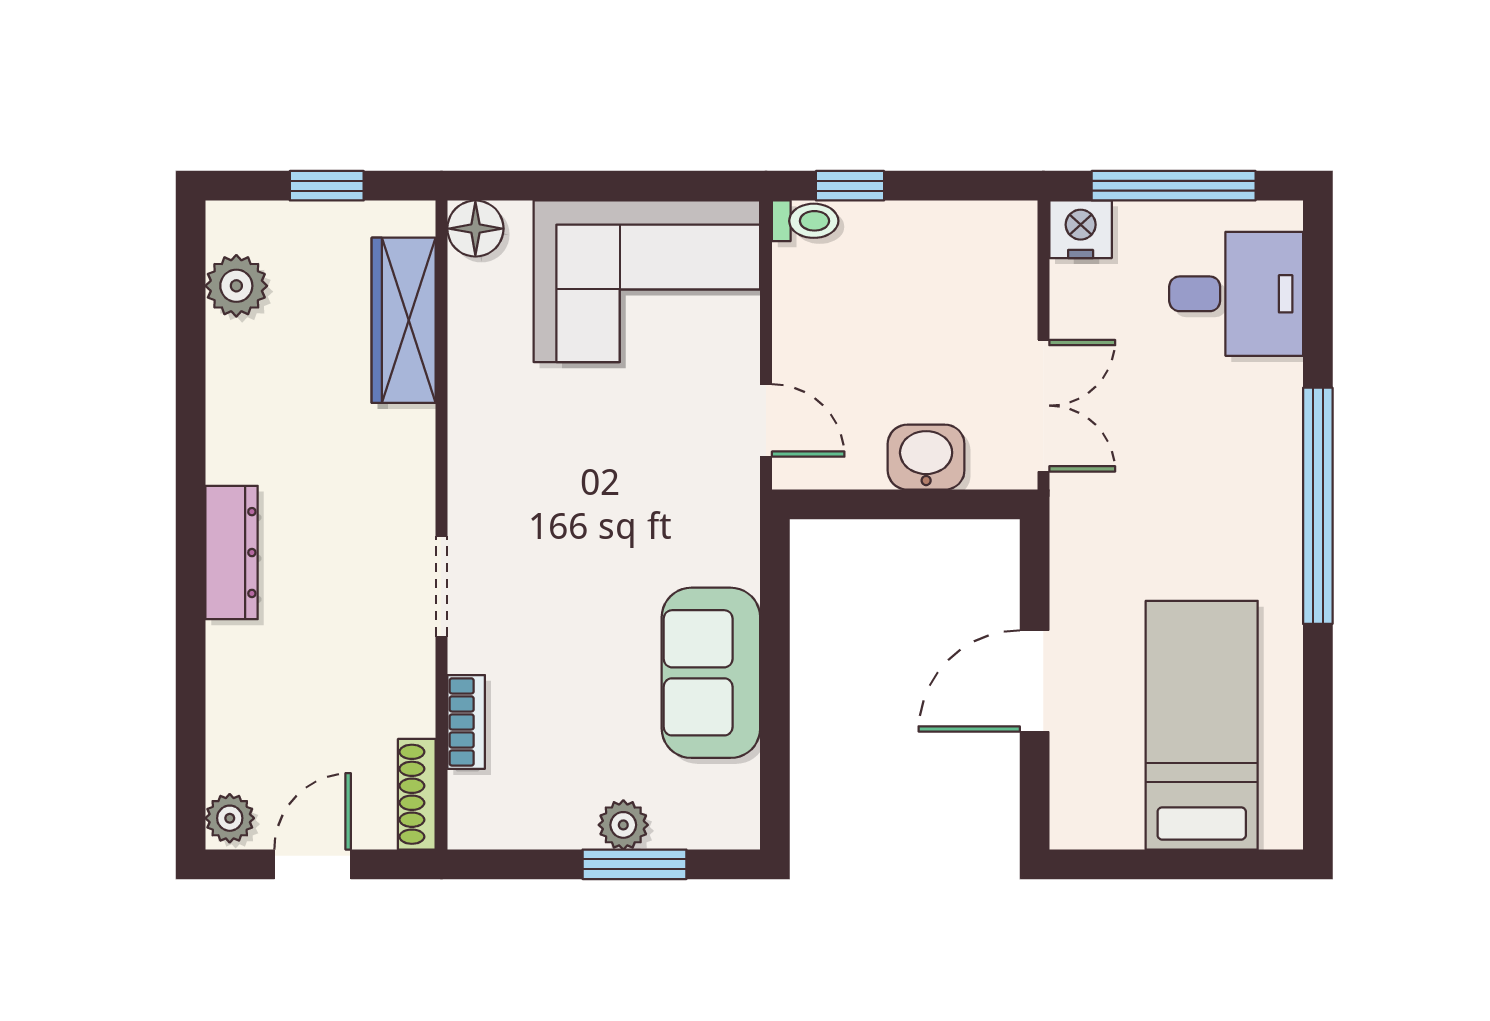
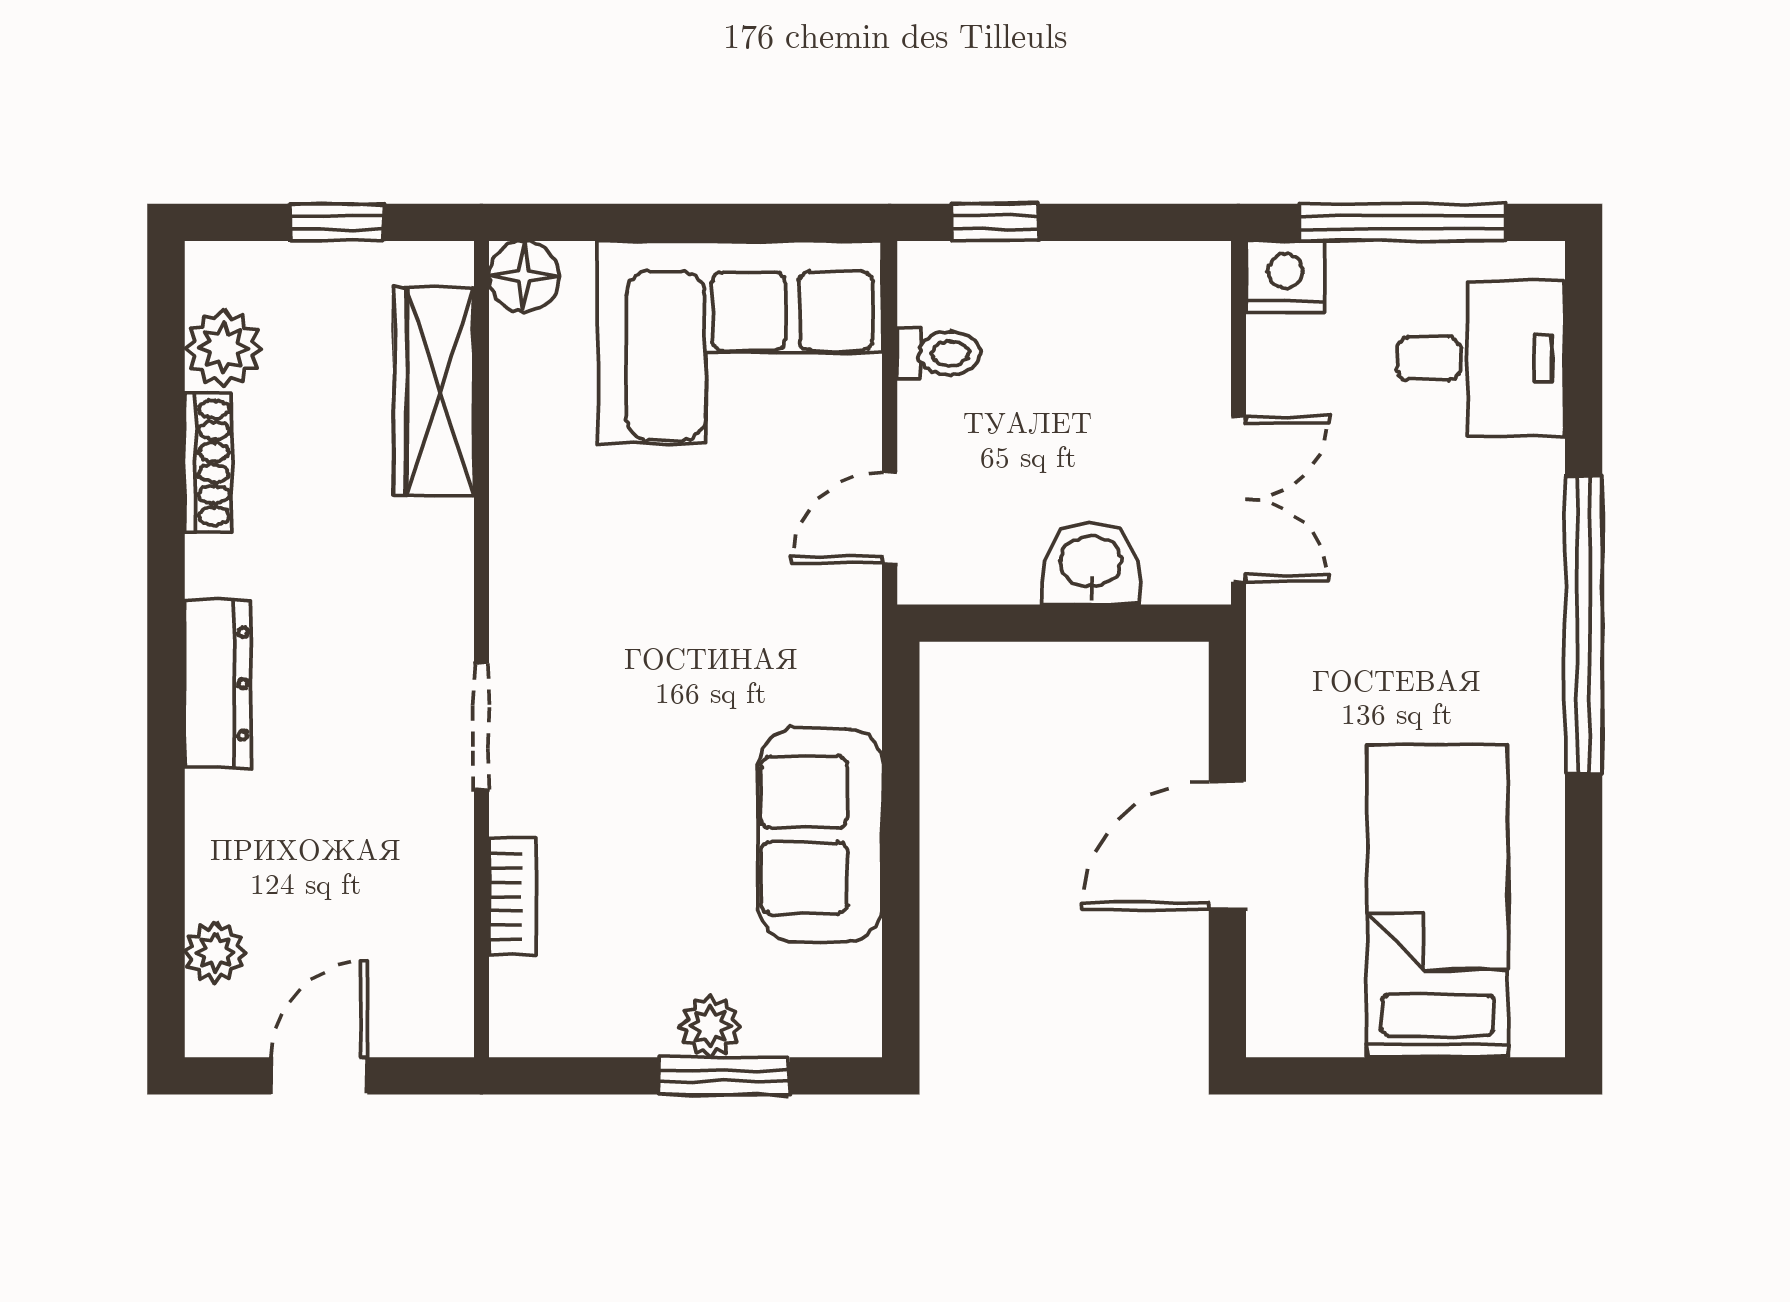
toilet: (805, 221) -> (939, 353), moved
door: (766, 420) -> (890, 518), swing flipped
shoe rack: (417, 794) -> (208, 463), moved, turned 180
plant: (230, 818) -> (215, 952), moved

